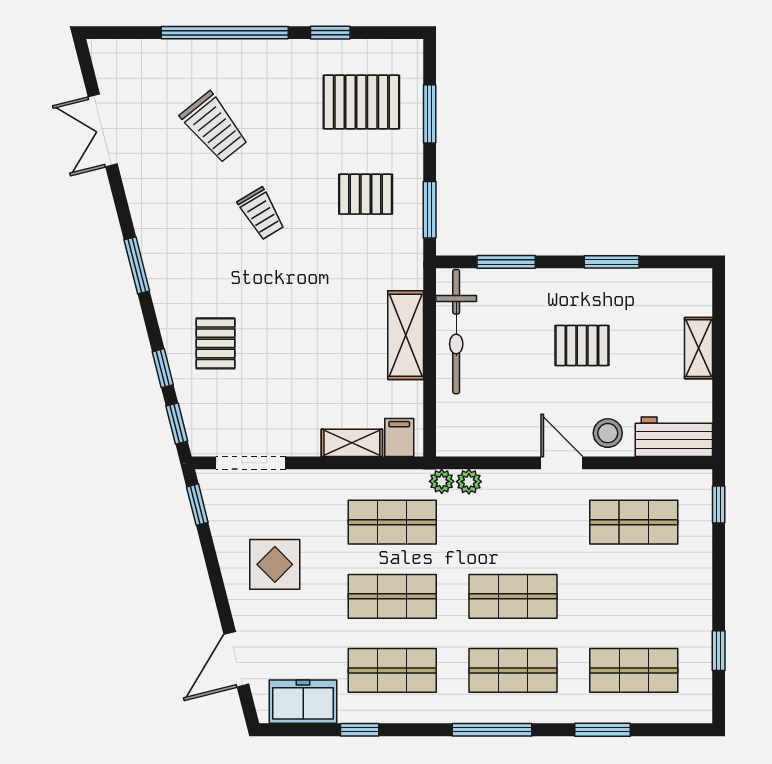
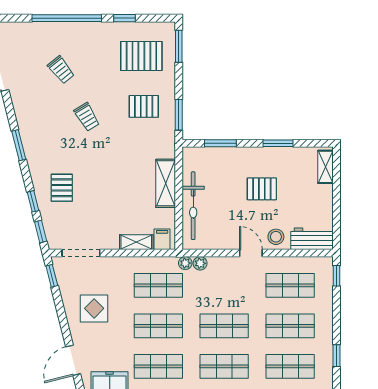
window: (430, 114) -> (179, 46), moved
trolley: (214, 127) -> (61, 70), width x0.73, depth x0.72
bicycle: (456, 332) -> (193, 206), moved
shelving: (698, 348) -> (325, 167), moved
shop shelf: (634, 596) -> (290, 326), added

